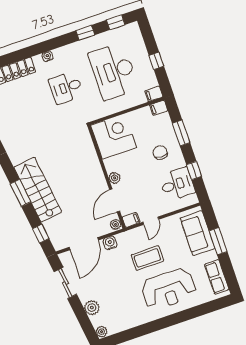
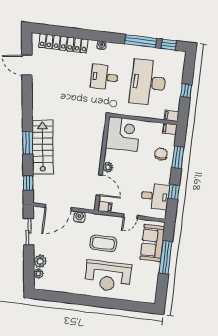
window: (85, 33) -> (141, 41), width x2.17
chair: (160, 153) -> (161, 154), moved
door: (115, 200) -> (99, 185), swing flipped
door: (151, 221) -> (131, 216), moved
plant: (116, 224) -> (91, 204), removed
window: (218, 241) -> (166, 257), width x1.44
row of seats: (217, 277) -> (151, 285), removed
plant: (102, 332) -> (38, 274), moved

